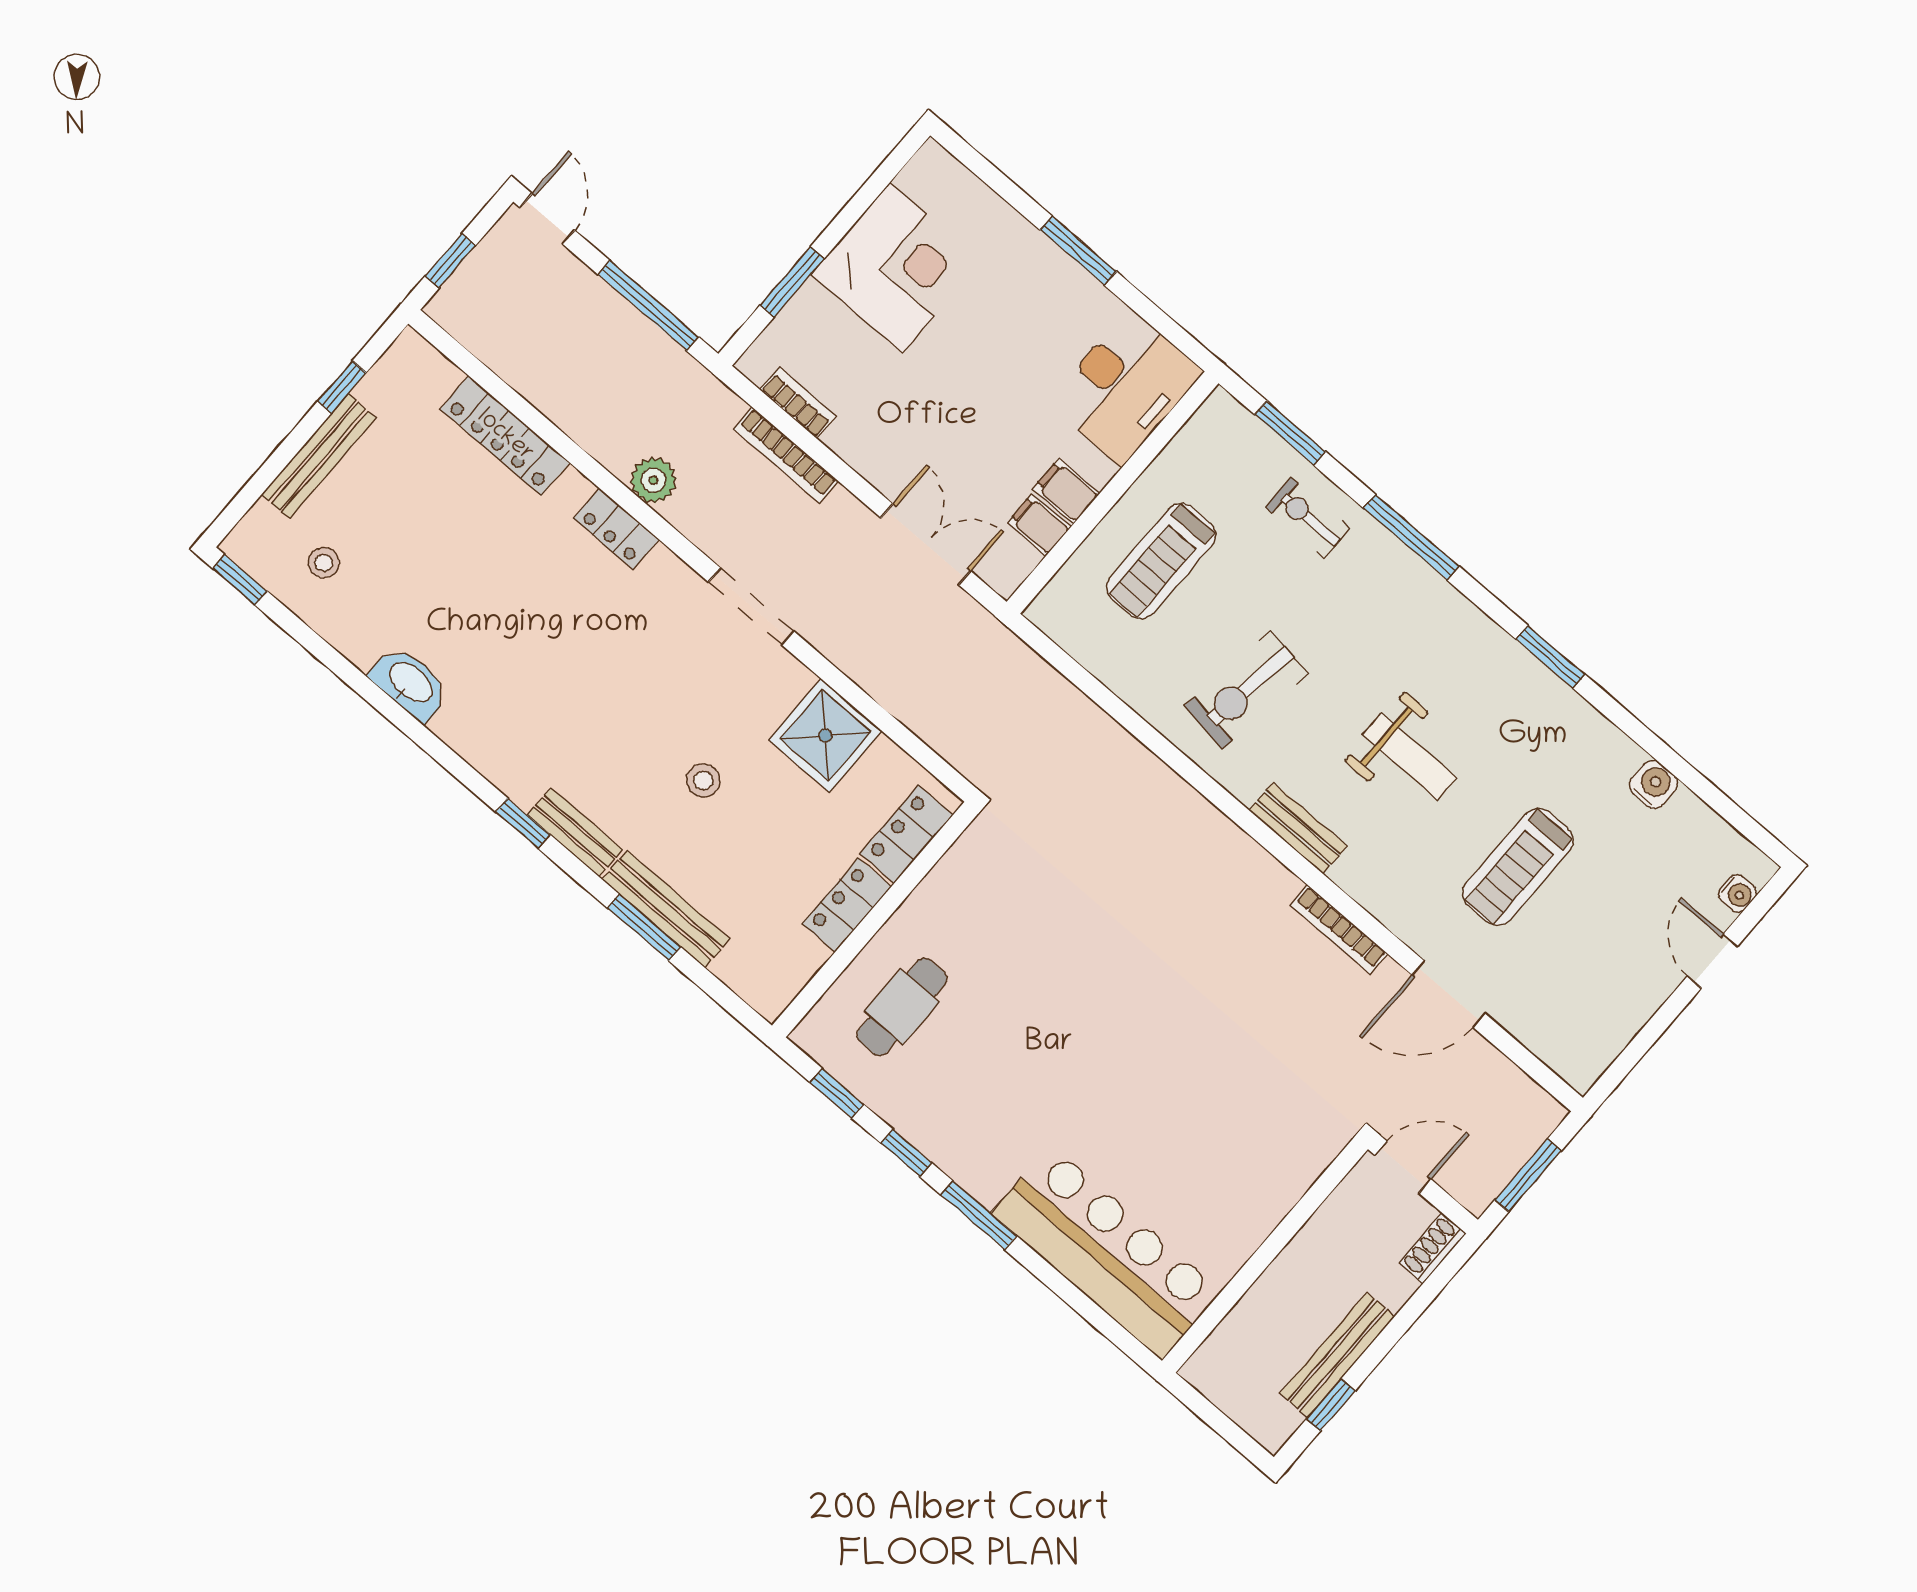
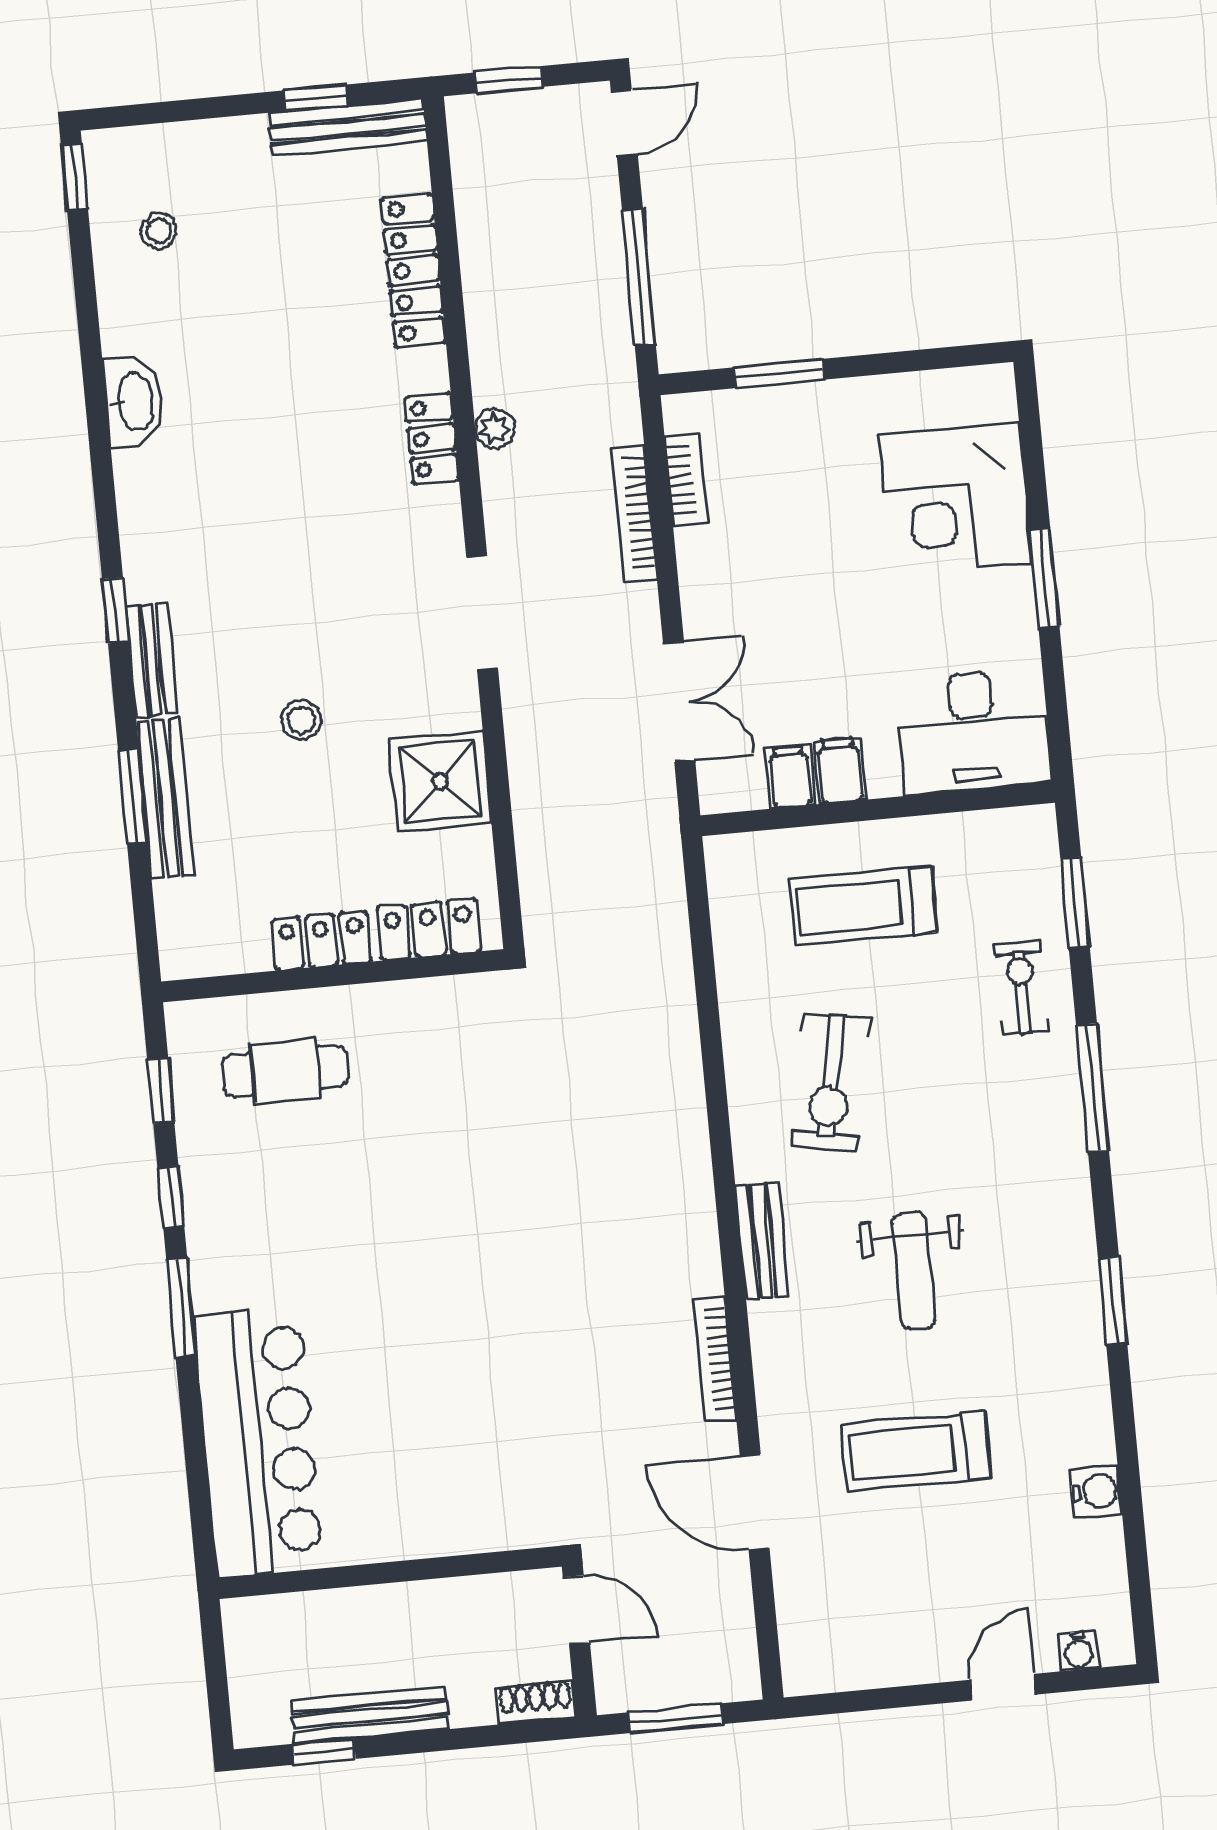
corner desk: (896, 268) -> (955, 499), moved, turned 90
bench: (319, 456) -> (348, 127), moved
plant: (653, 480) -> (495, 429), width x0.73, depth x0.73
exercise bike: (1246, 690) -> (831, 1083), turned -87

